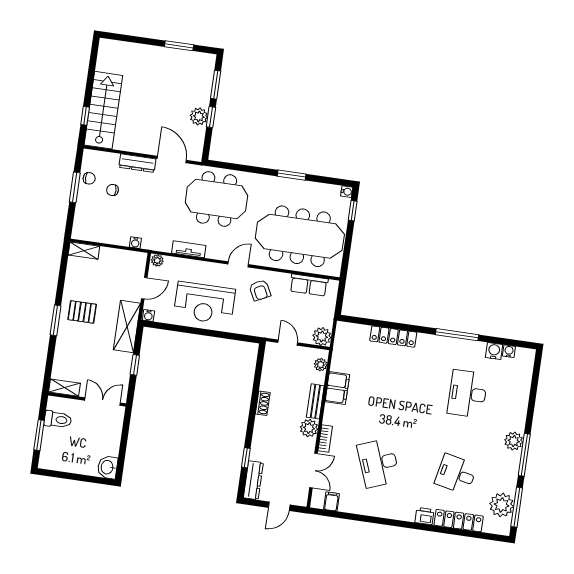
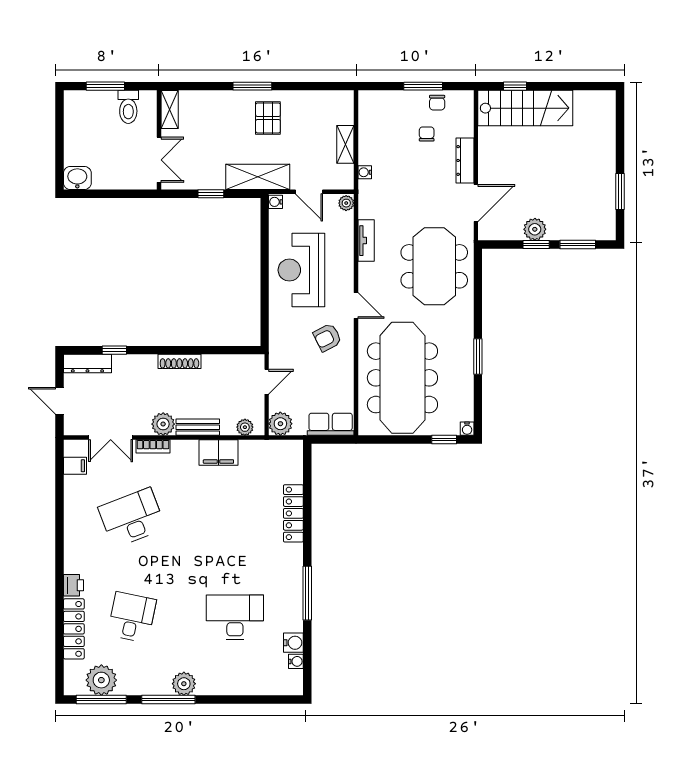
shelving: (84, 251) -> (345, 144), moved
row of seats: (309, 285) -> (331, 424), moved, turned 90
shoe rack: (263, 403) -> (179, 361), width x1.43

